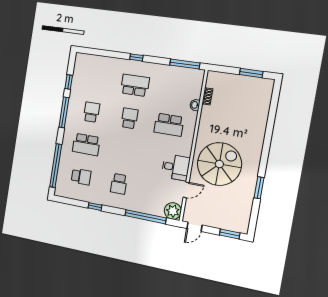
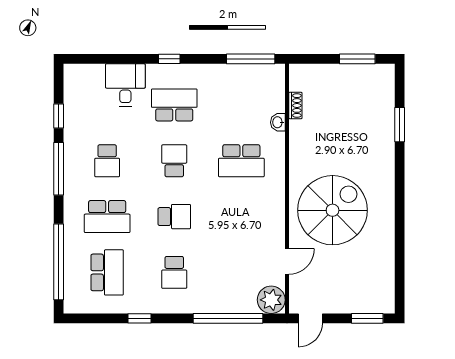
school desk: (91, 112) -> (107, 161), turned 180
school desk: (124, 151) -> (174, 217), added
desk: (176, 167) -> (125, 85), moved, turned -90
school desk: (81, 177) -> (107, 272), width x1.85
window: (259, 188) -> (400, 125), moved

